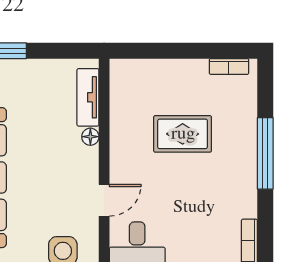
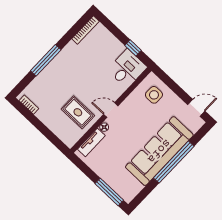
rug: (183, 134) -> (78, 112), moved
door: (104, 200) -> (111, 110), moved

